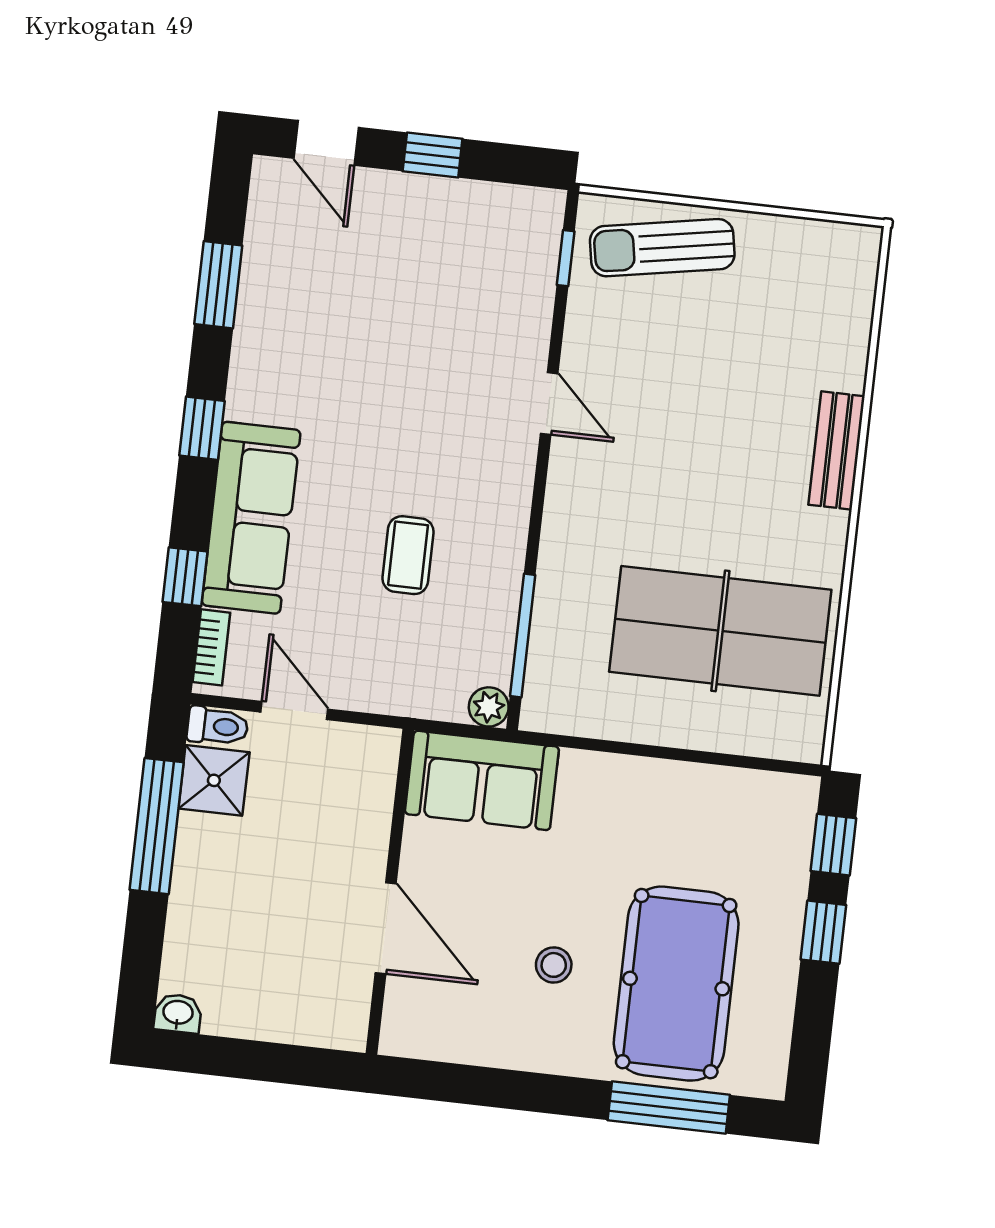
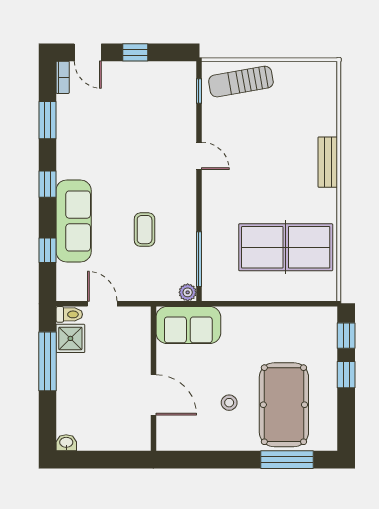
bookcase: (211, 647) -> (63, 77), moved

